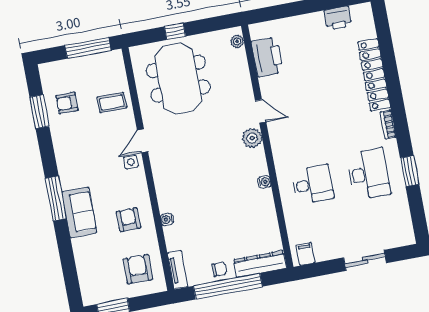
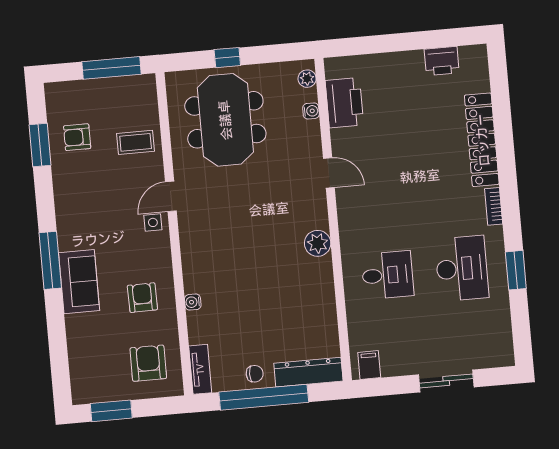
plant: (252, 138) -> (318, 243), moved
water cooler: (264, 182) -> (311, 111), moved

